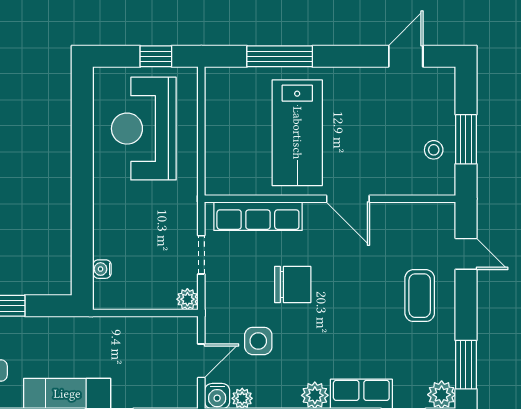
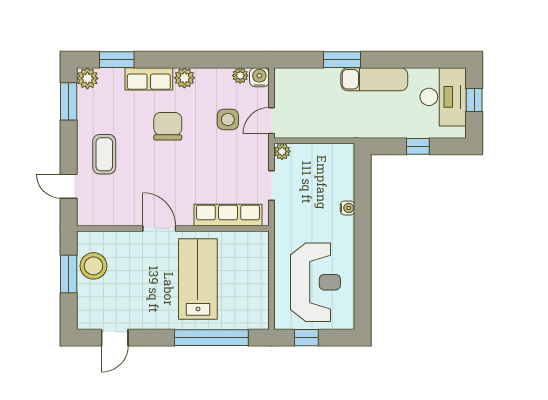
window: (280, 56) -> (211, 338), width x1.46
stool: (434, 150) -> (93, 266), width x1.89, depth x1.89
water cooler: (102, 269) -> (348, 208), moved
chair: (293, 285) -> (168, 126), moved, turned 90
door: (201, 361) -> (271, 121), moved

